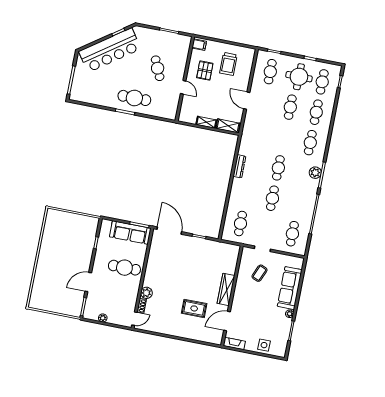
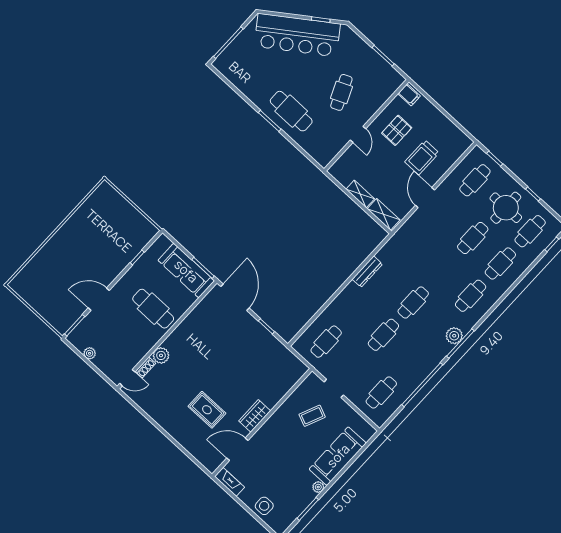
trolley: (228, 64) -> (422, 157), moved
wardrobe: (226, 289) -> (255, 416), width x0.67

